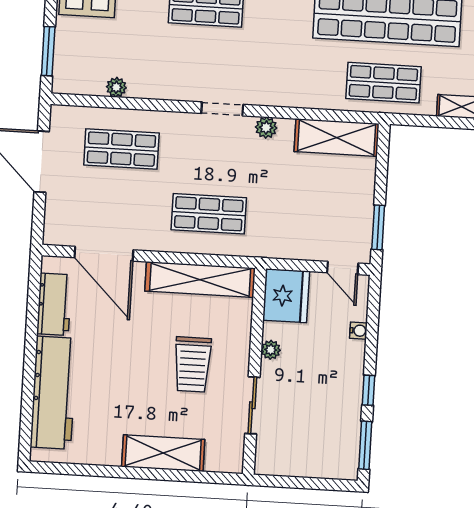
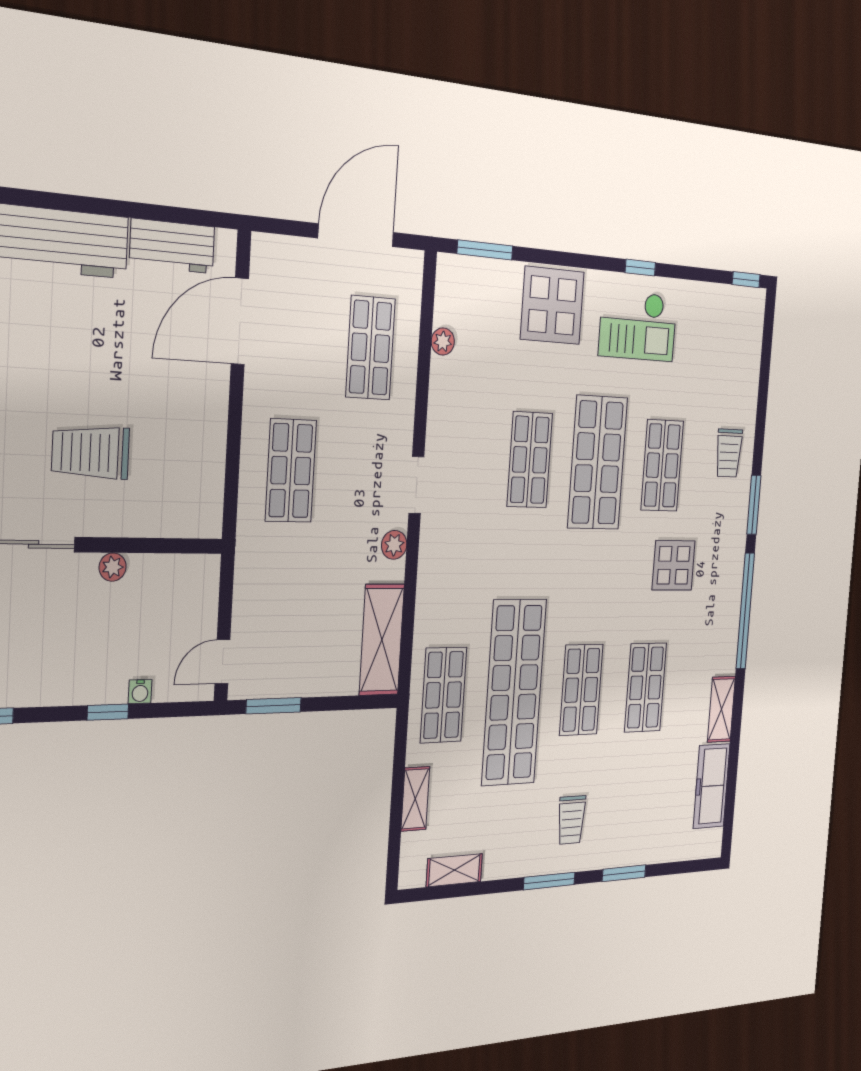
shelving: (200, 280) -> (207, 461), removed
fridge: (286, 296) -> (186, 585), removed
window: (368, 390) -> (108, 712), moved

